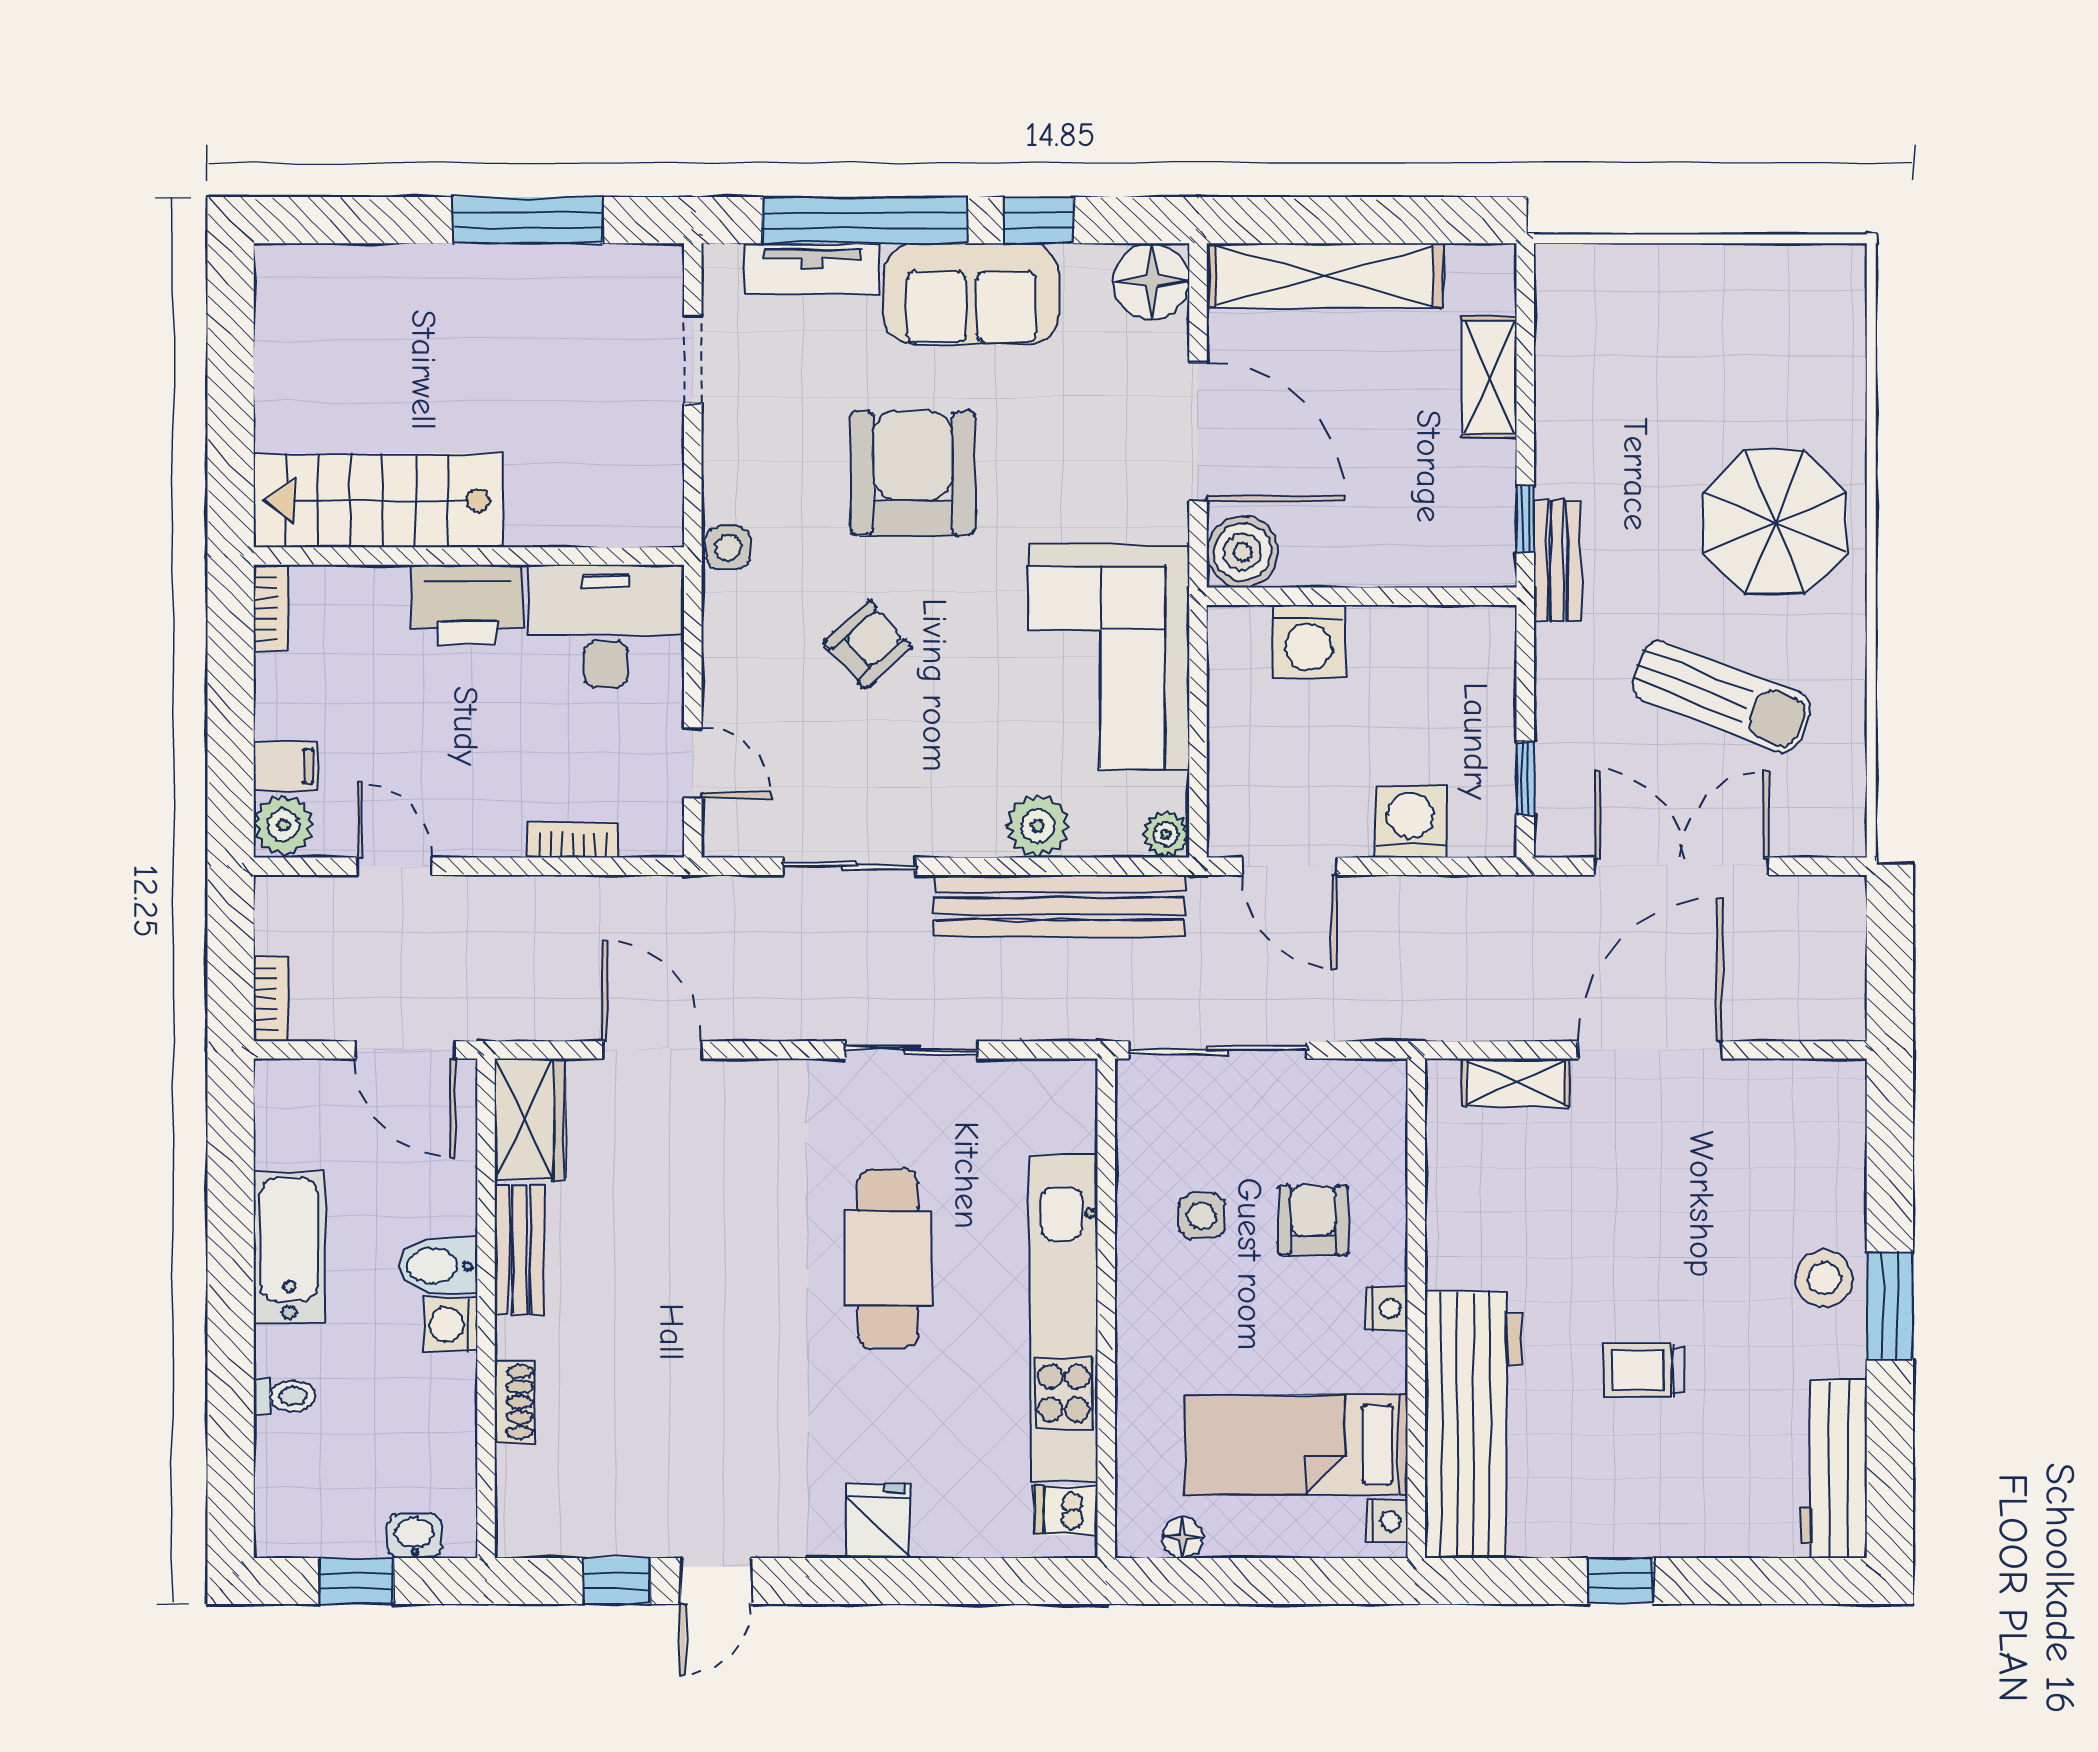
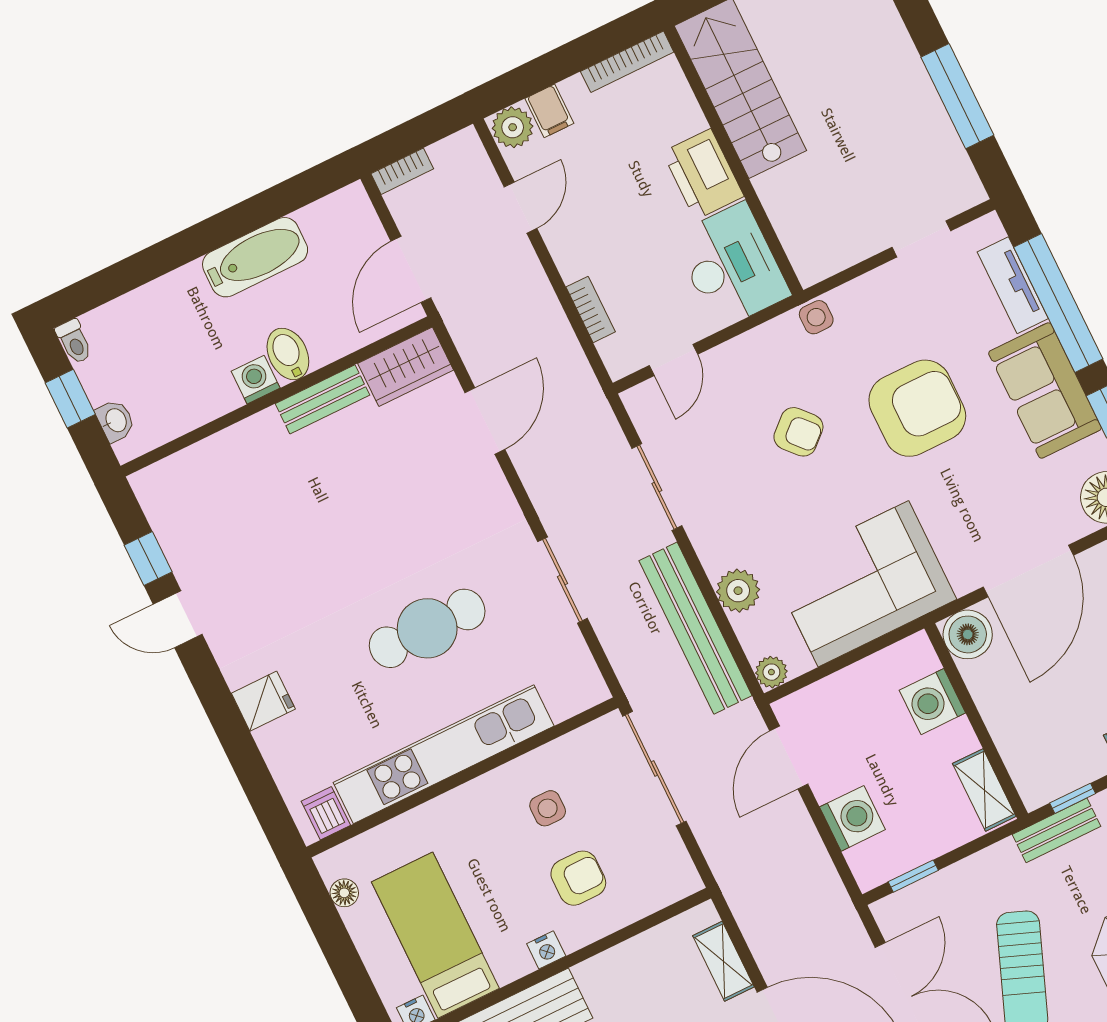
bookcase: (271, 608) -> (627, 62), width x1.56
shelving: (1458, 630) -> (984, 790), added
toilet: (284, 1396) -> (74, 342), moved
shoe rack: (515, 1402) -> (227, 442), removed

